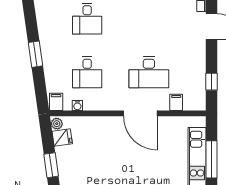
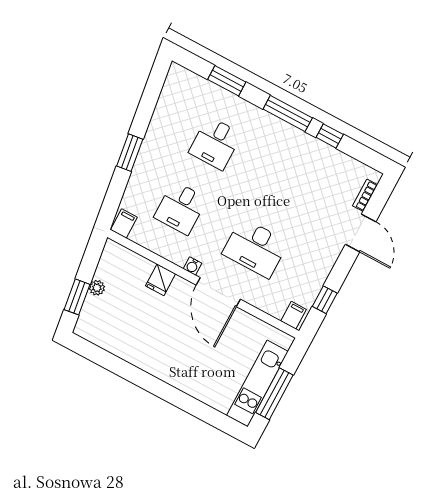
filing cabinet: (176, 102) -> (294, 315), moved
water cooler: (77, 106) -> (192, 266), moved
plant: (57, 124) -> (97, 288), moved
fridge: (62, 138) -> (160, 280), moved, turned 98

